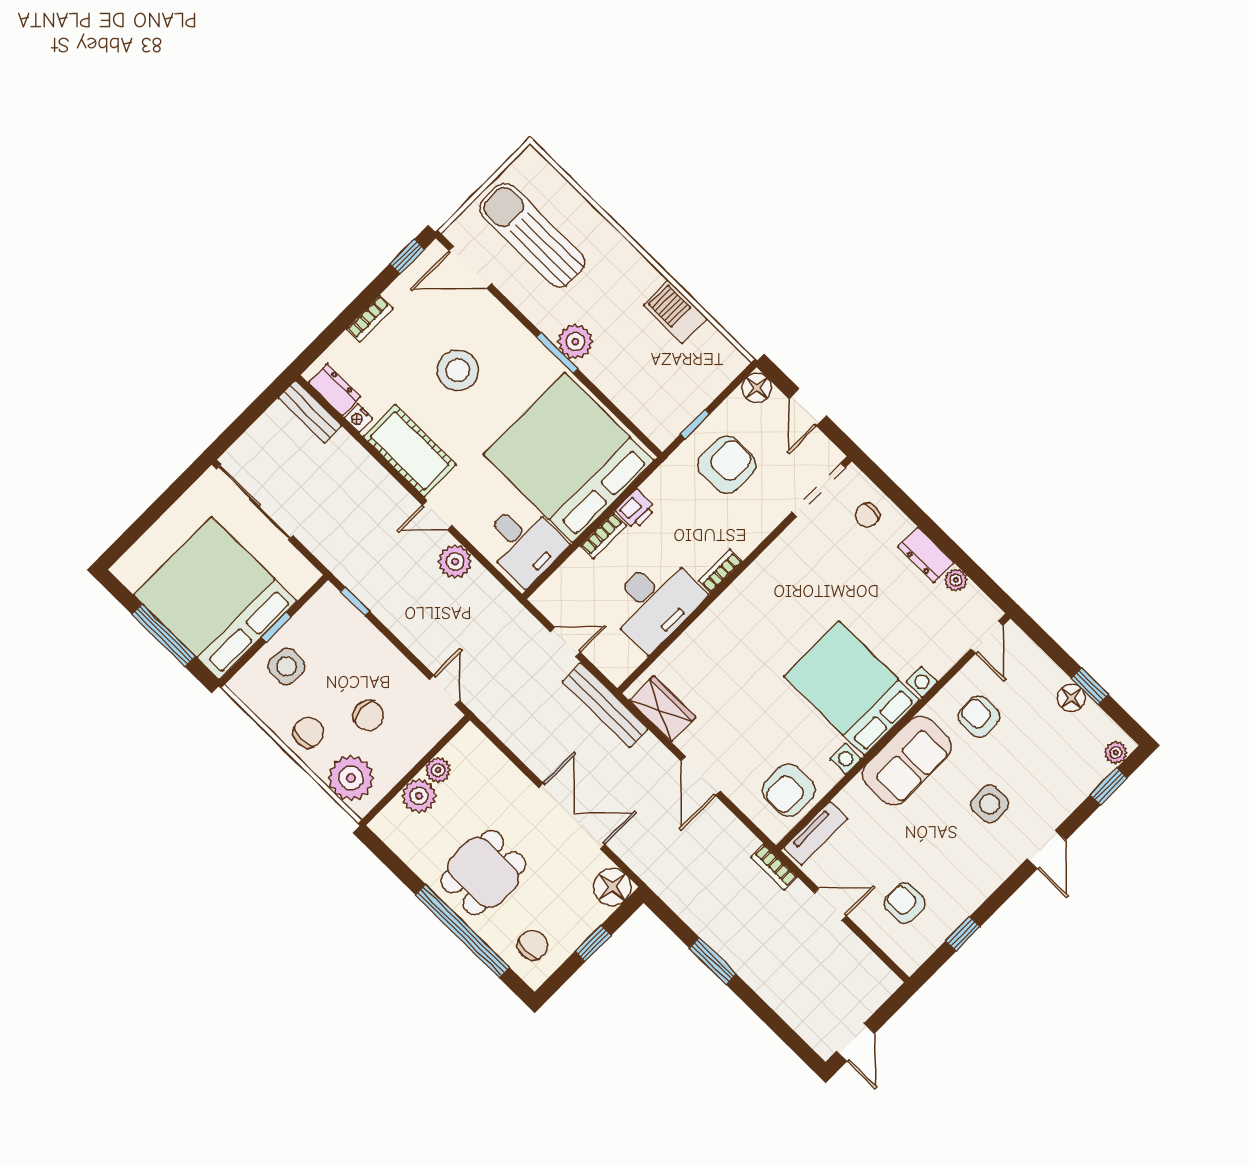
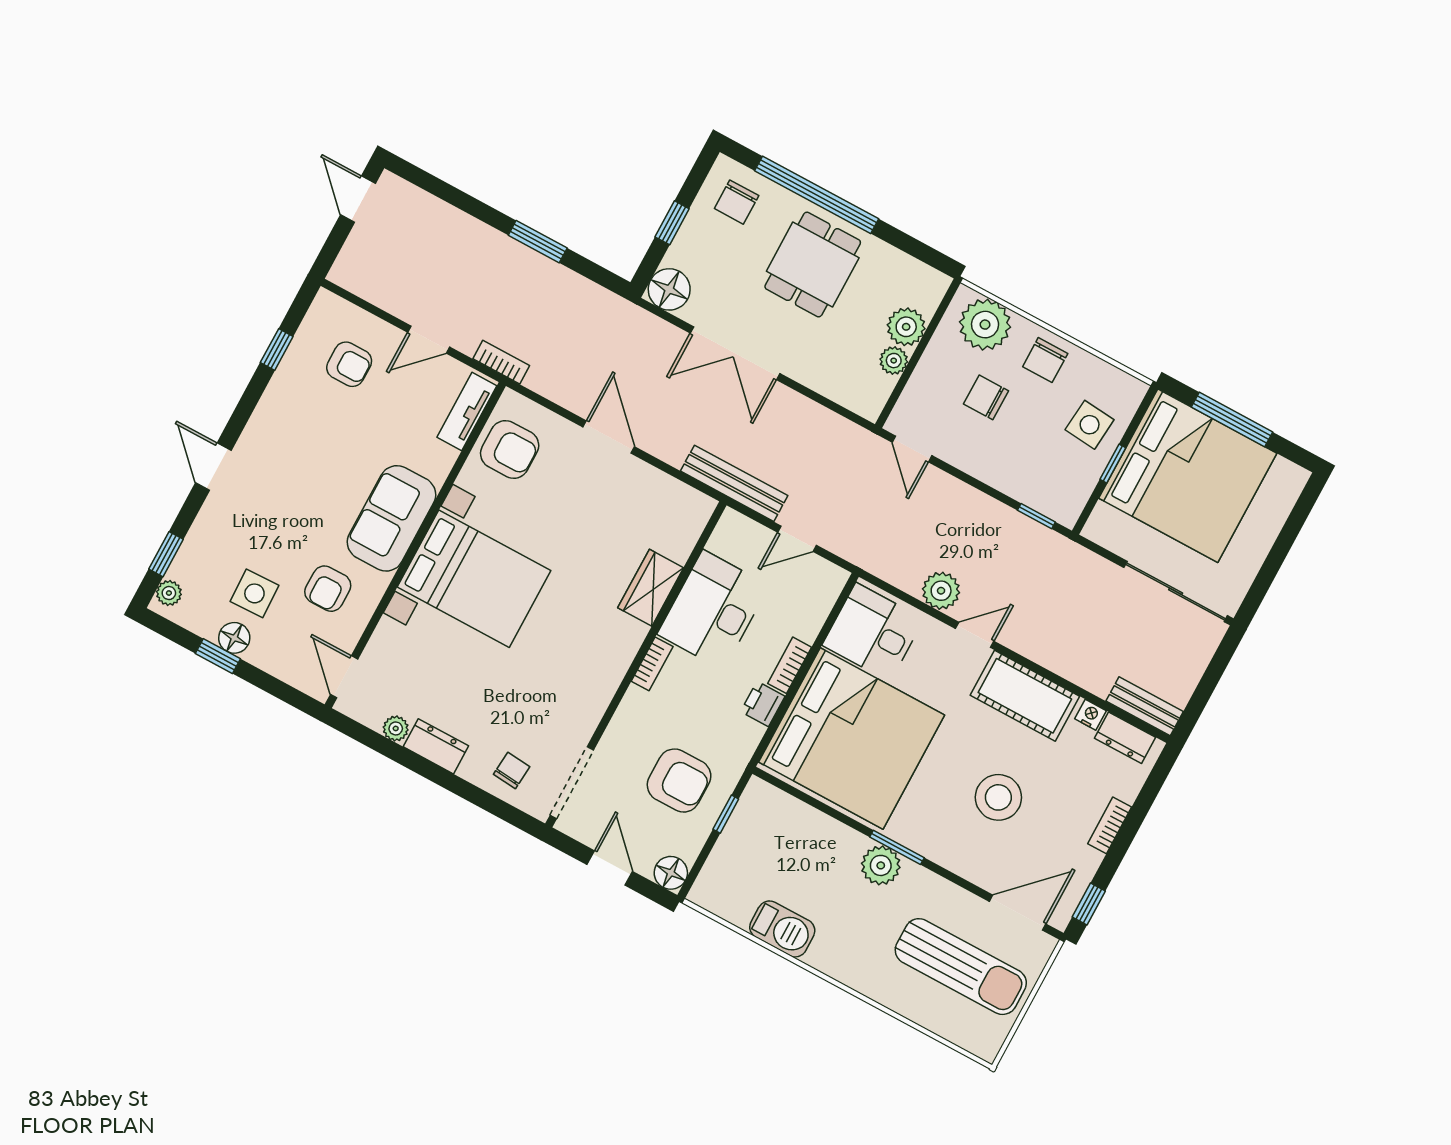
armchair: (727, 465) -> (679, 781), turned -90
wardrobe: (662, 709) -> (651, 588), moved, turned 90
armchair: (979, 717) -> (328, 589), turned 90
armchair: (789, 790) -> (510, 449), turned 90
side table: (990, 804) -> (254, 593), moved

